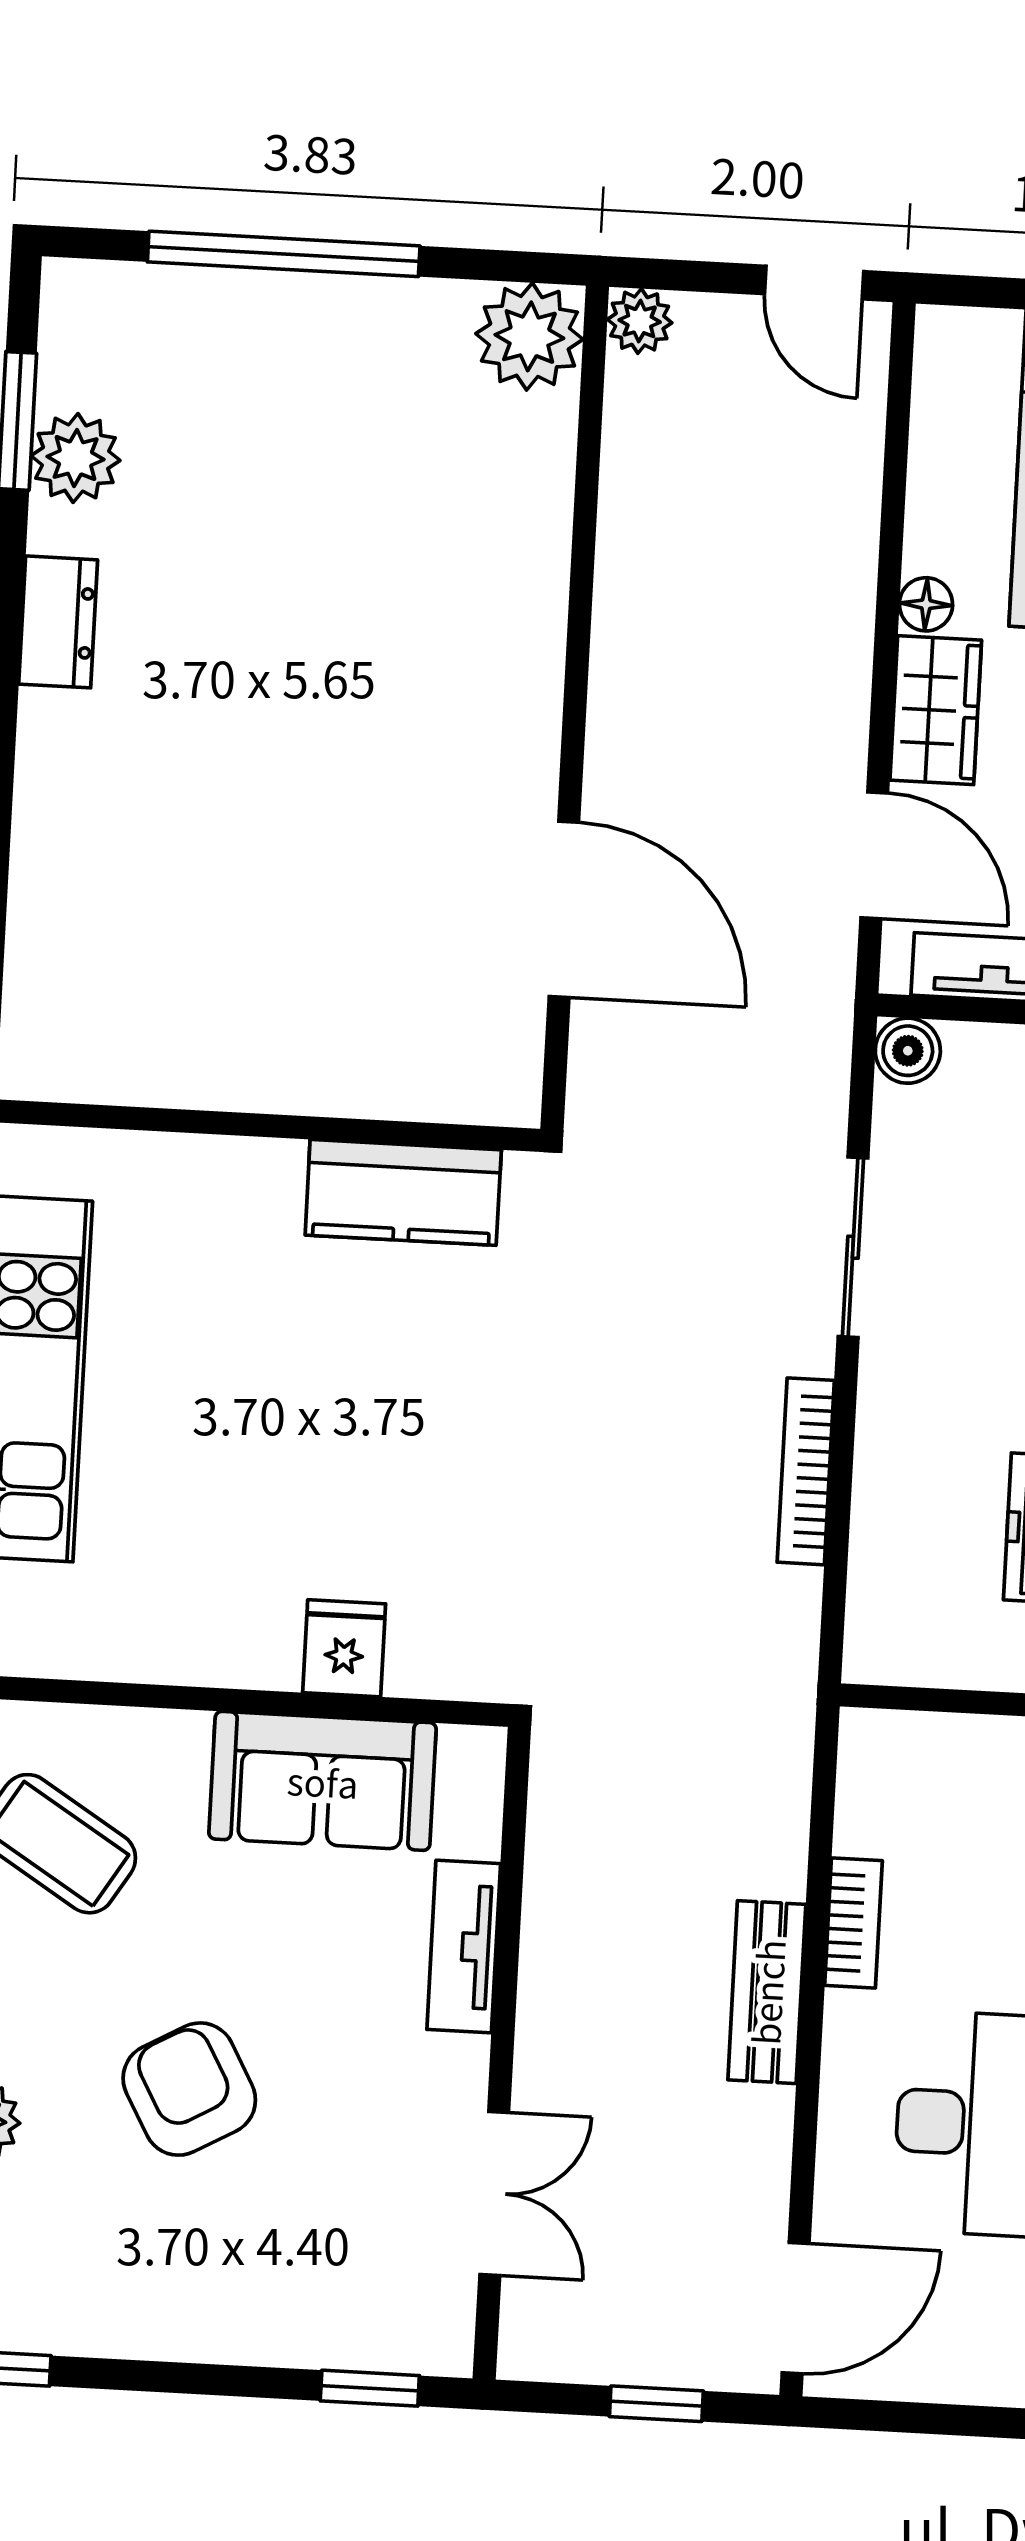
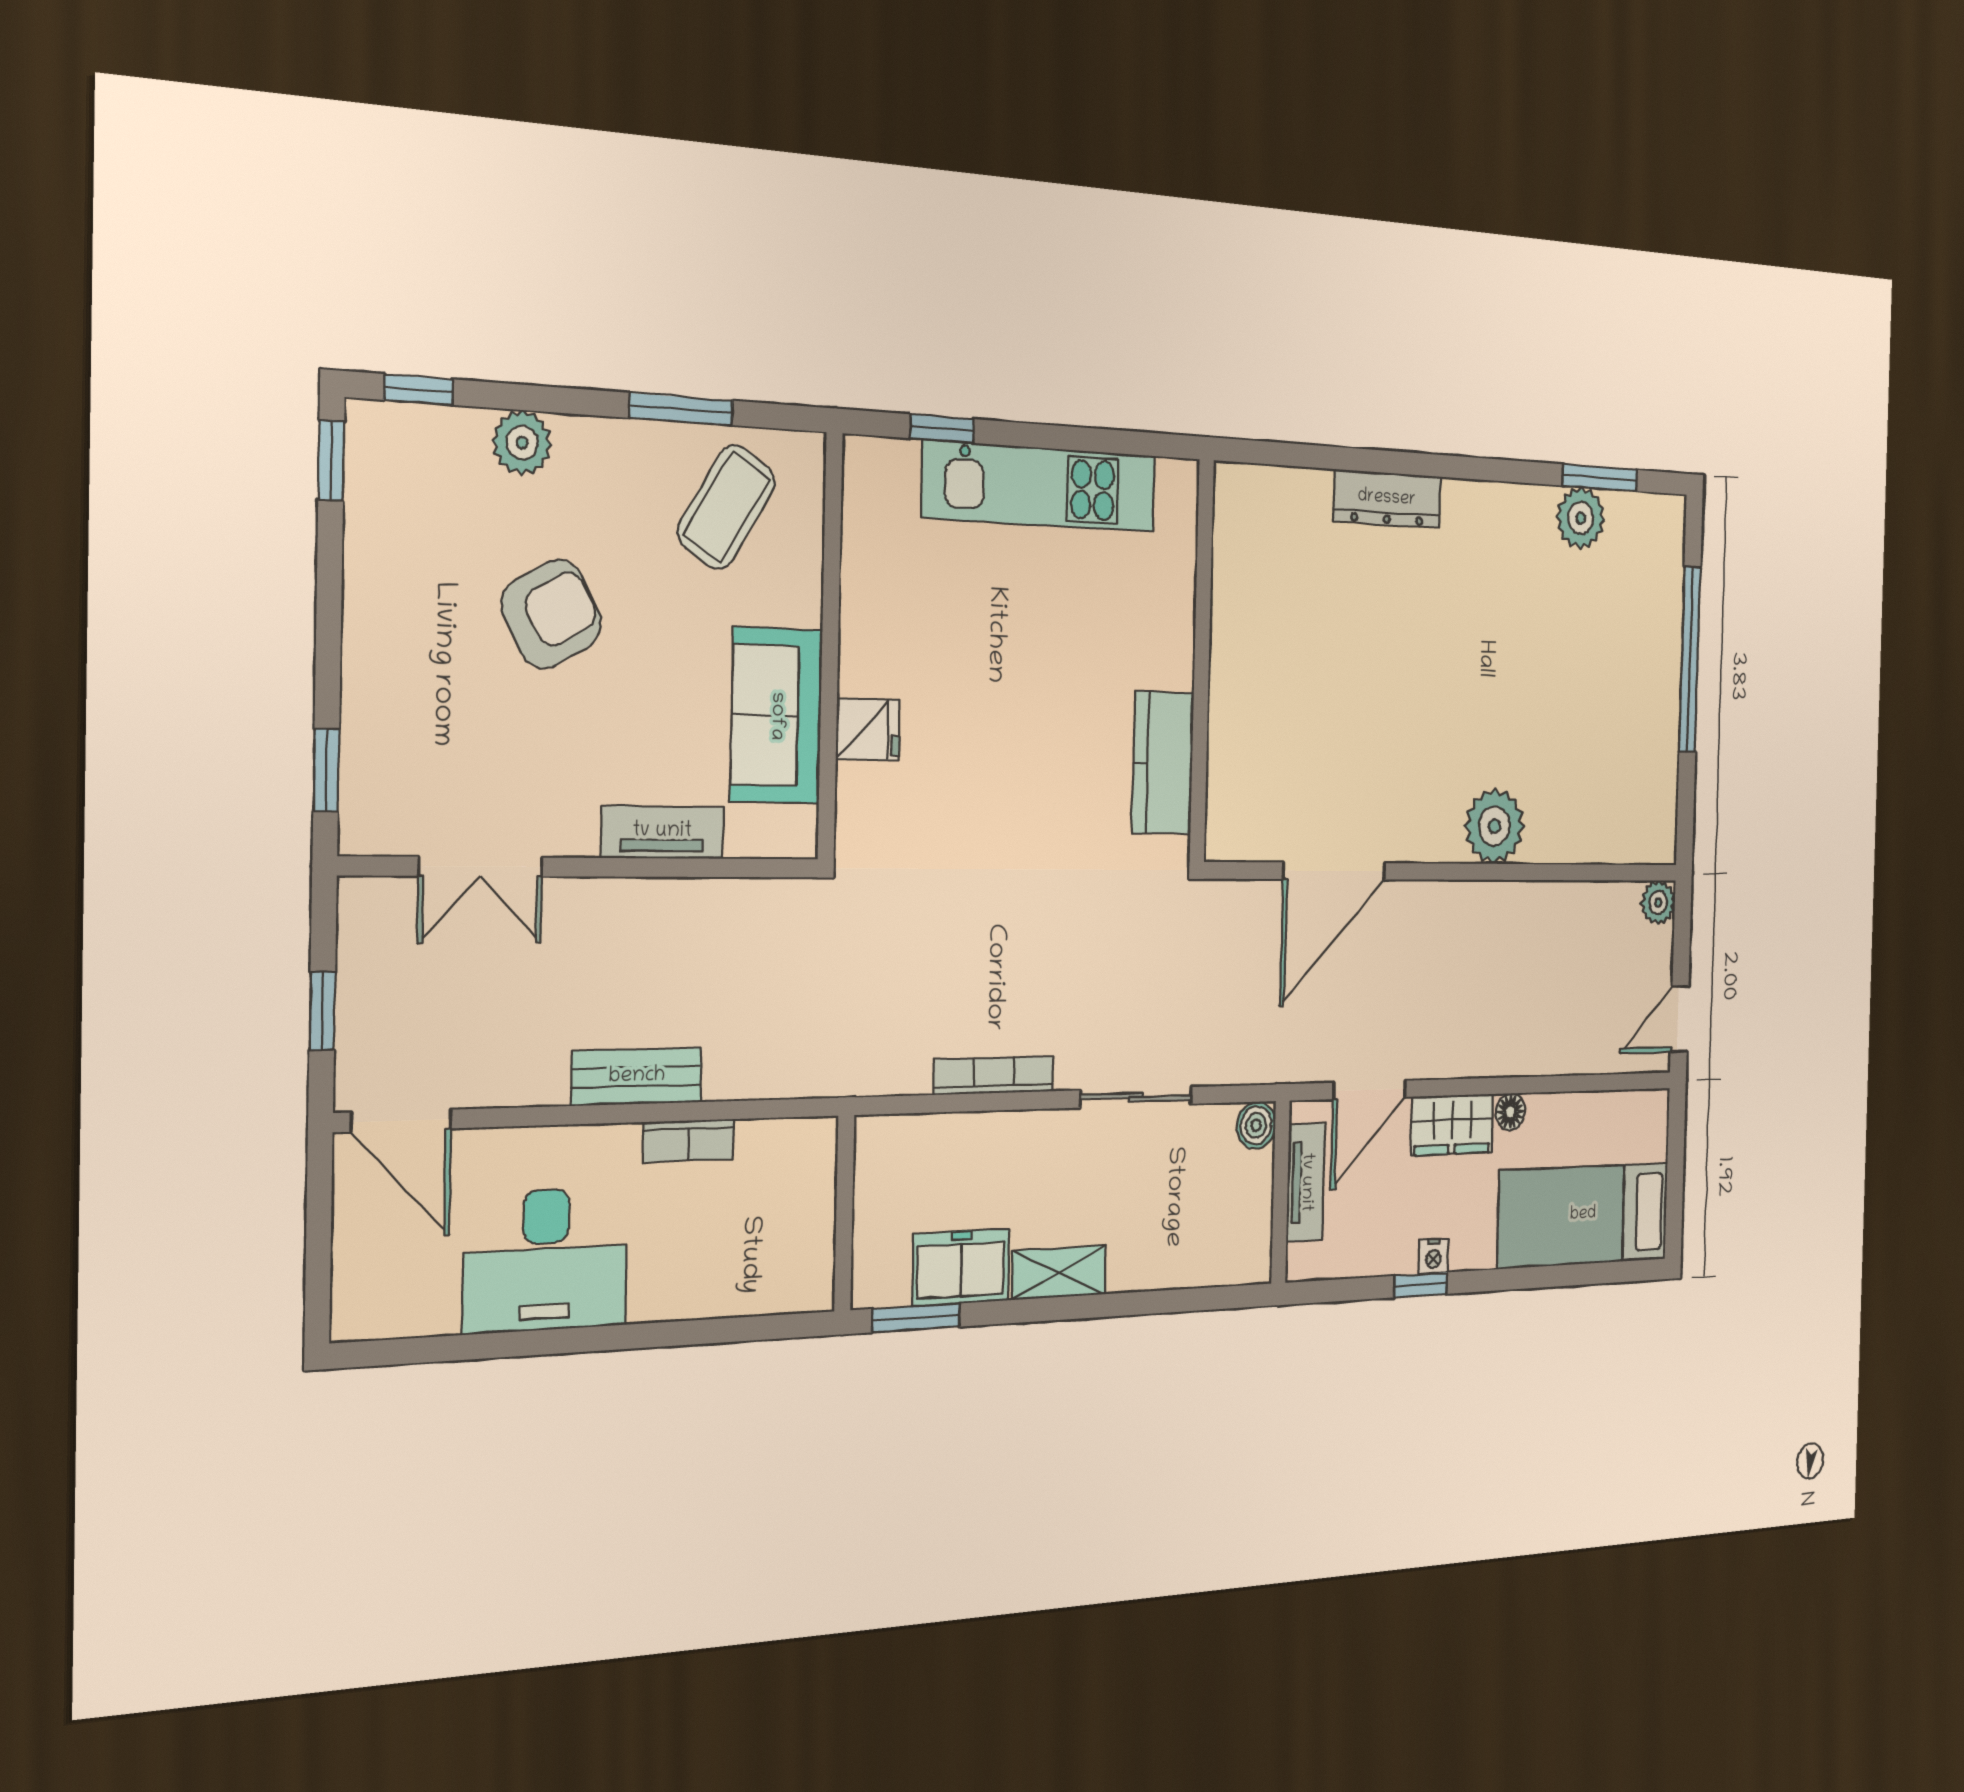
plant: (529, 336) -> (1494, 826), moved
dresser: (58, 622) -> (1387, 499), moved, width x1.44

